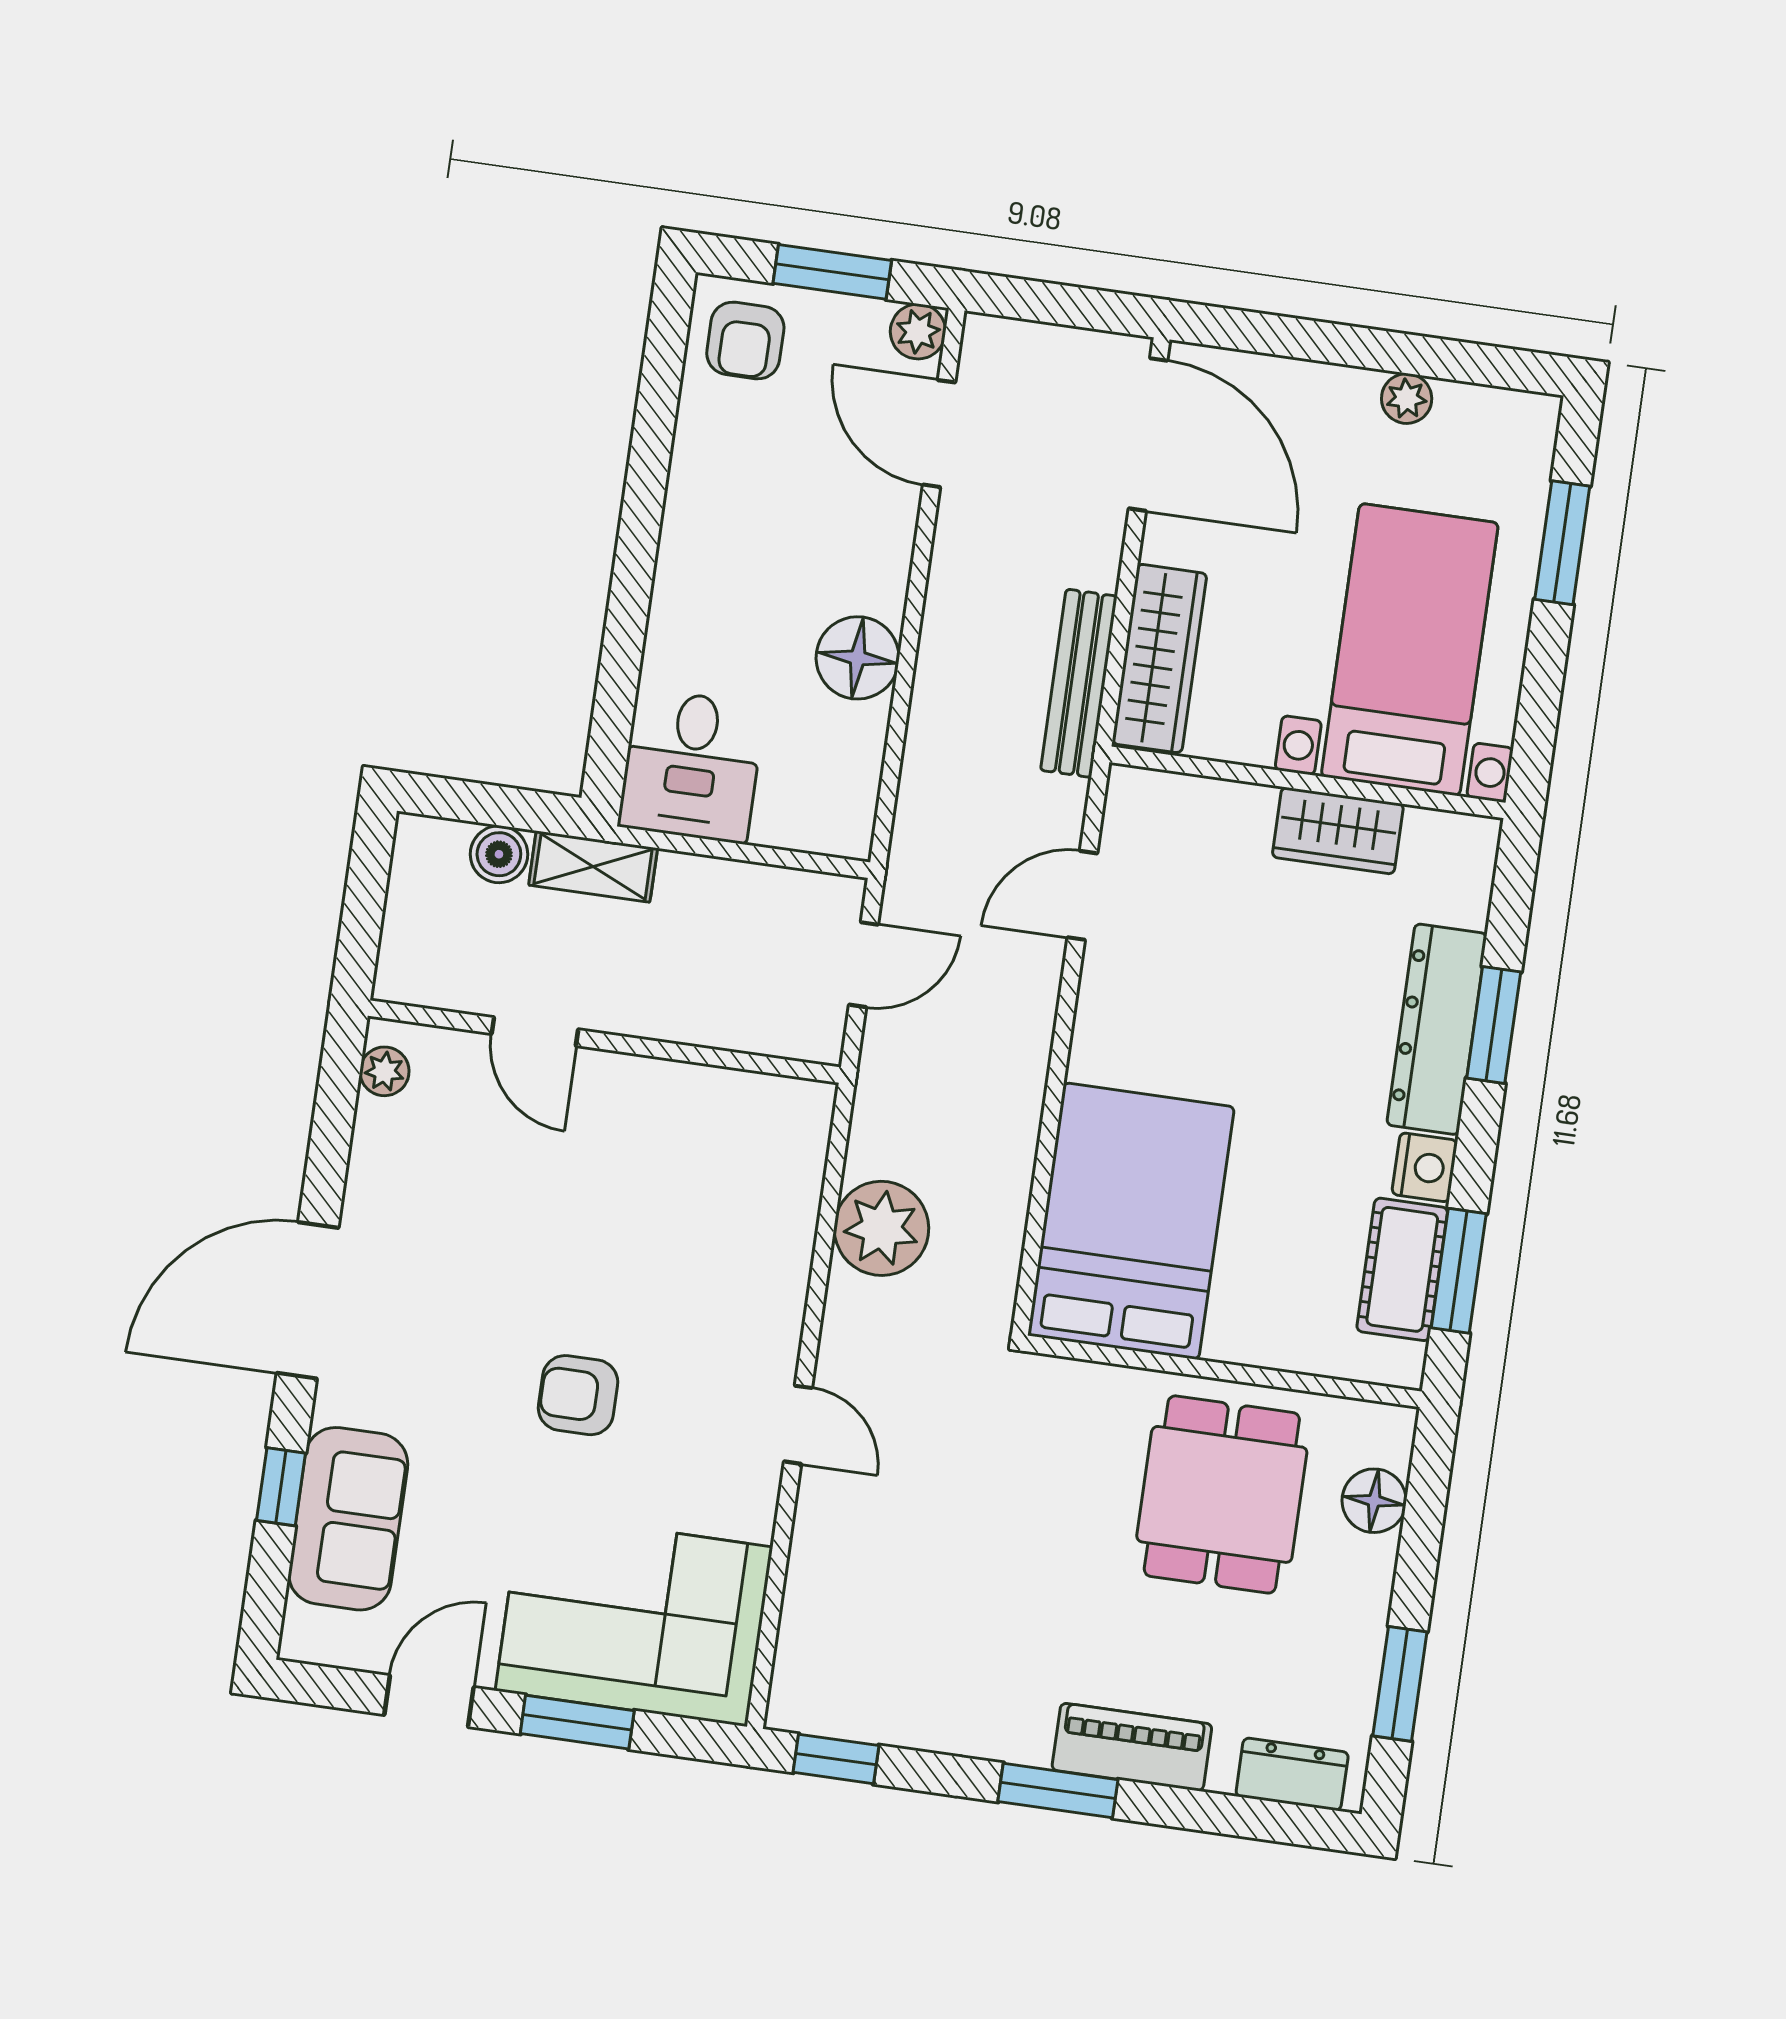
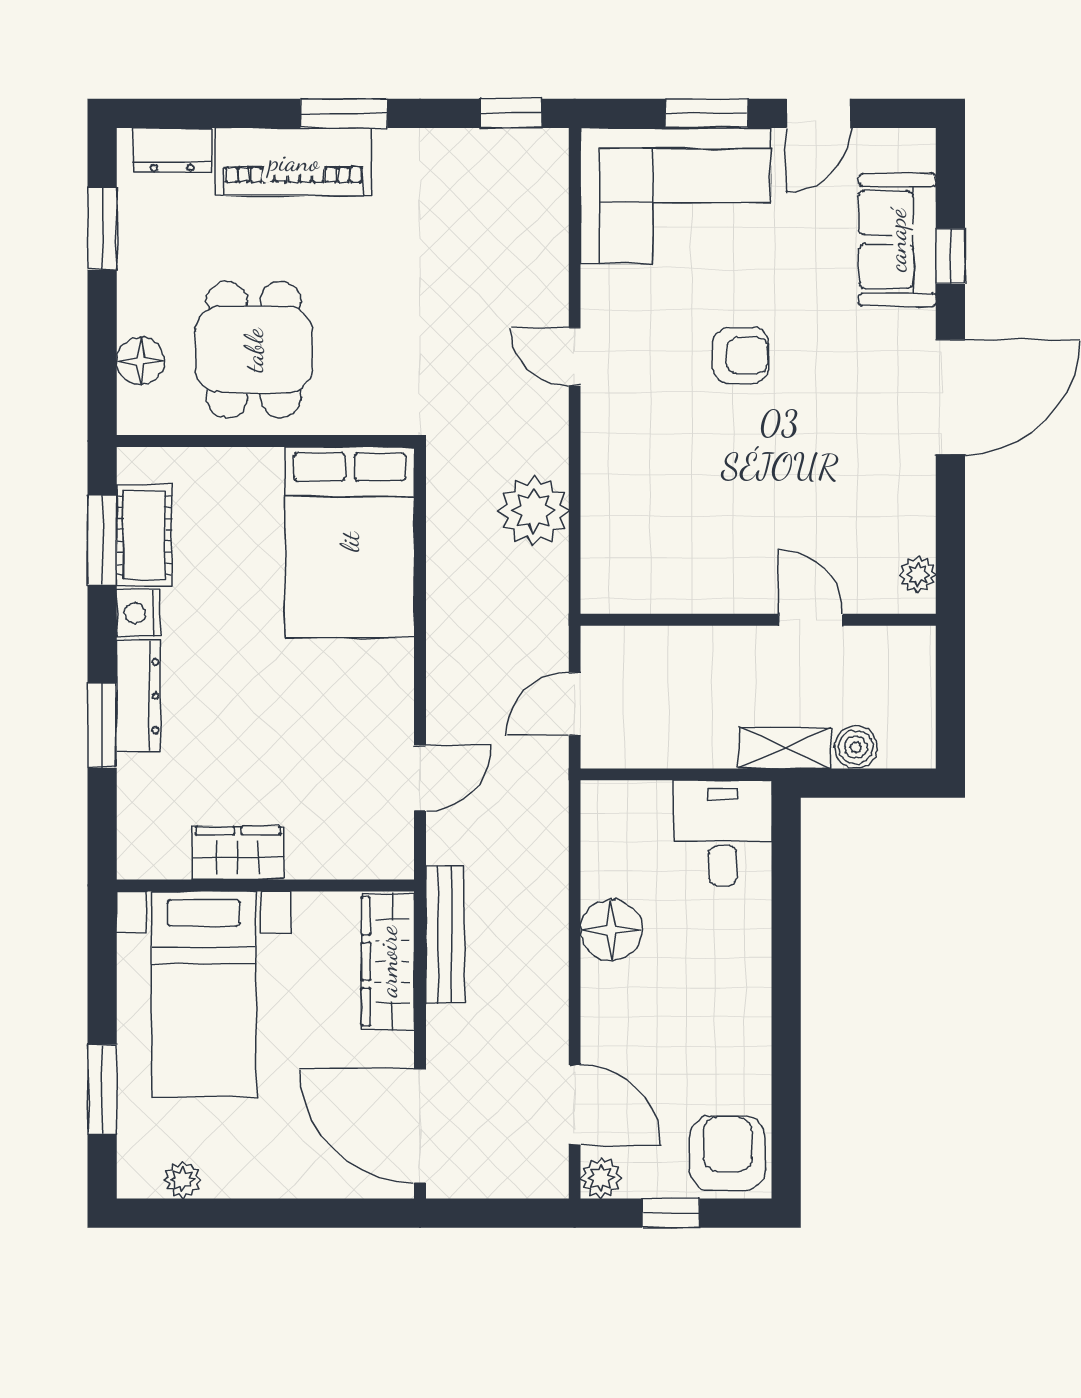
window: (832, 272) -> (671, 1213), width x0.67
armchair: (745, 340) -> (728, 1153), width x1.38, depth x1.38
plant: (1407, 399) -> (182, 1180), moved
dresser: (1437, 1029) -> (138, 696), width x0.73, depth x0.80
piano: (1132, 1747) -> (294, 162), width x1.37, depth x1.33

